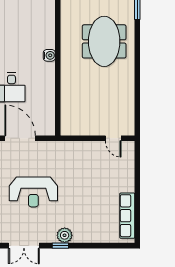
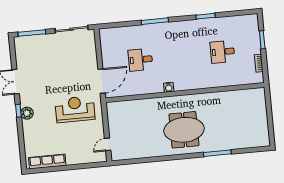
door: (20, 138) -> (102, 81), moved
reception desk: (33, 192) -> (75, 109), moved, turned 90

